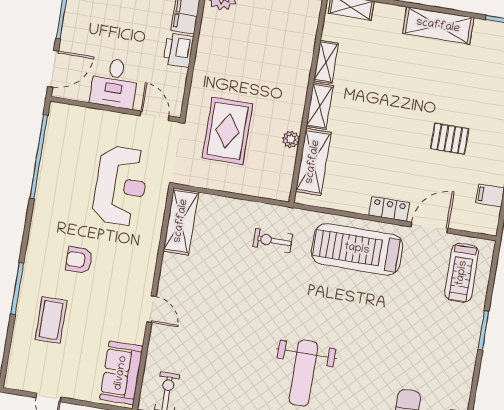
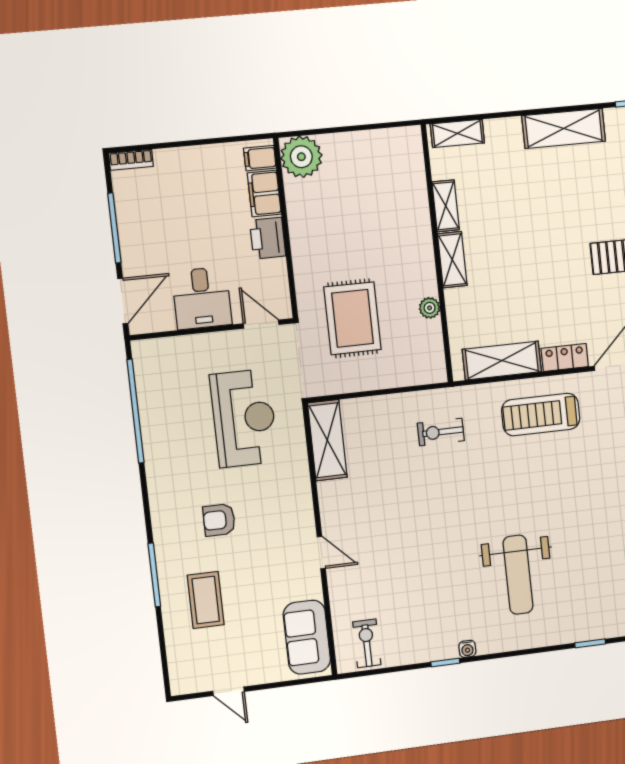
shelving: (313, 162) -> (502, 361), moved, turned 90
treadmill: (357, 249) -> (541, 415), width x0.73, depth x0.73

